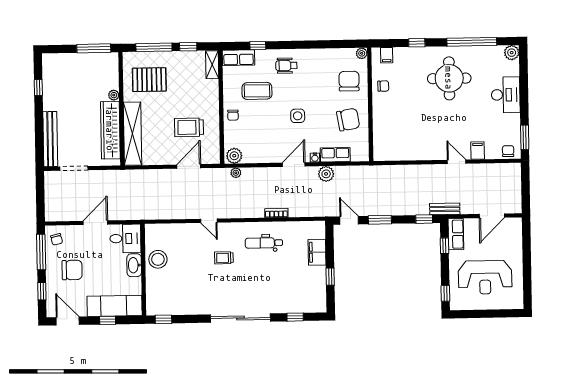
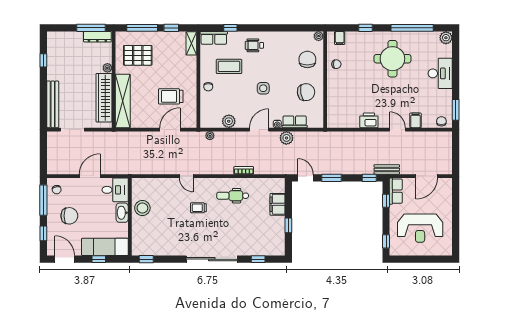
dresser: (101, 59) -> (97, 37), added
printer: (423, 151) -> (369, 120), added
plant: (234, 156) -> (229, 121), moved

